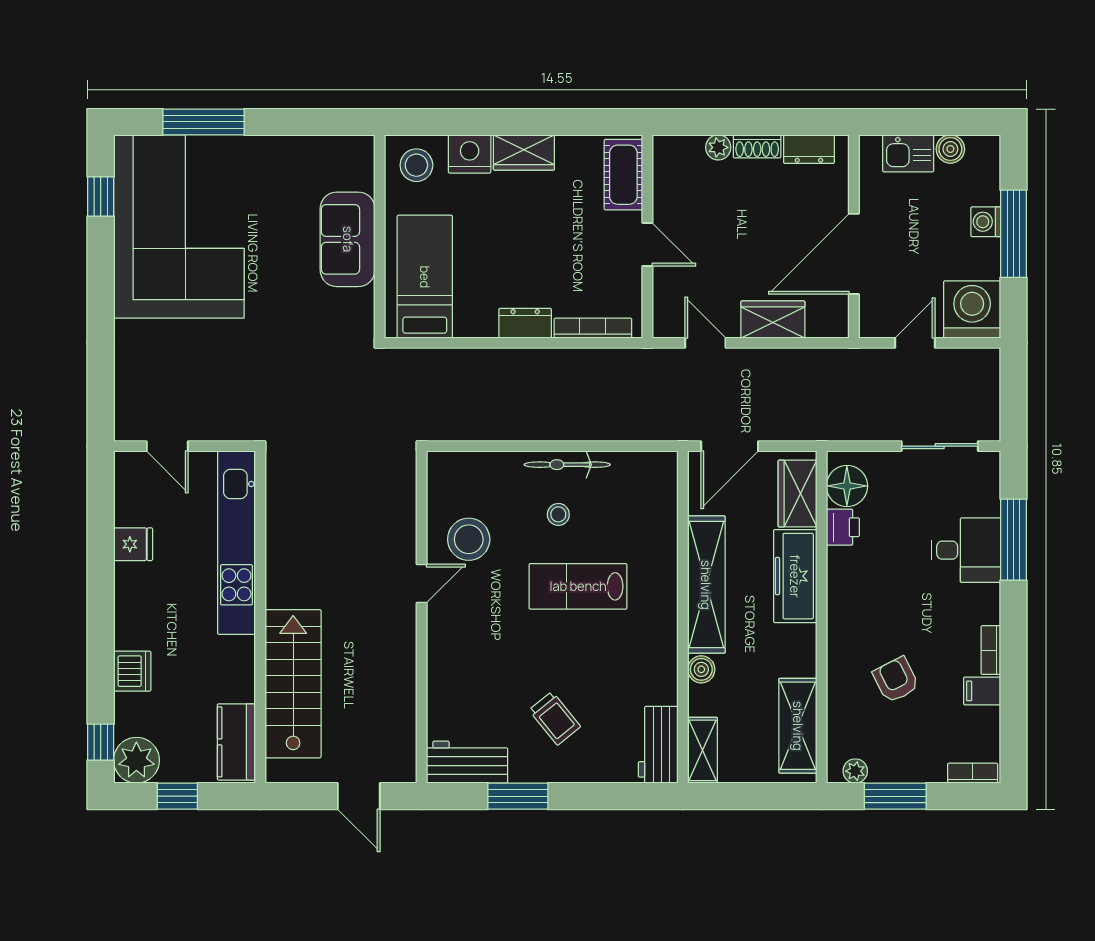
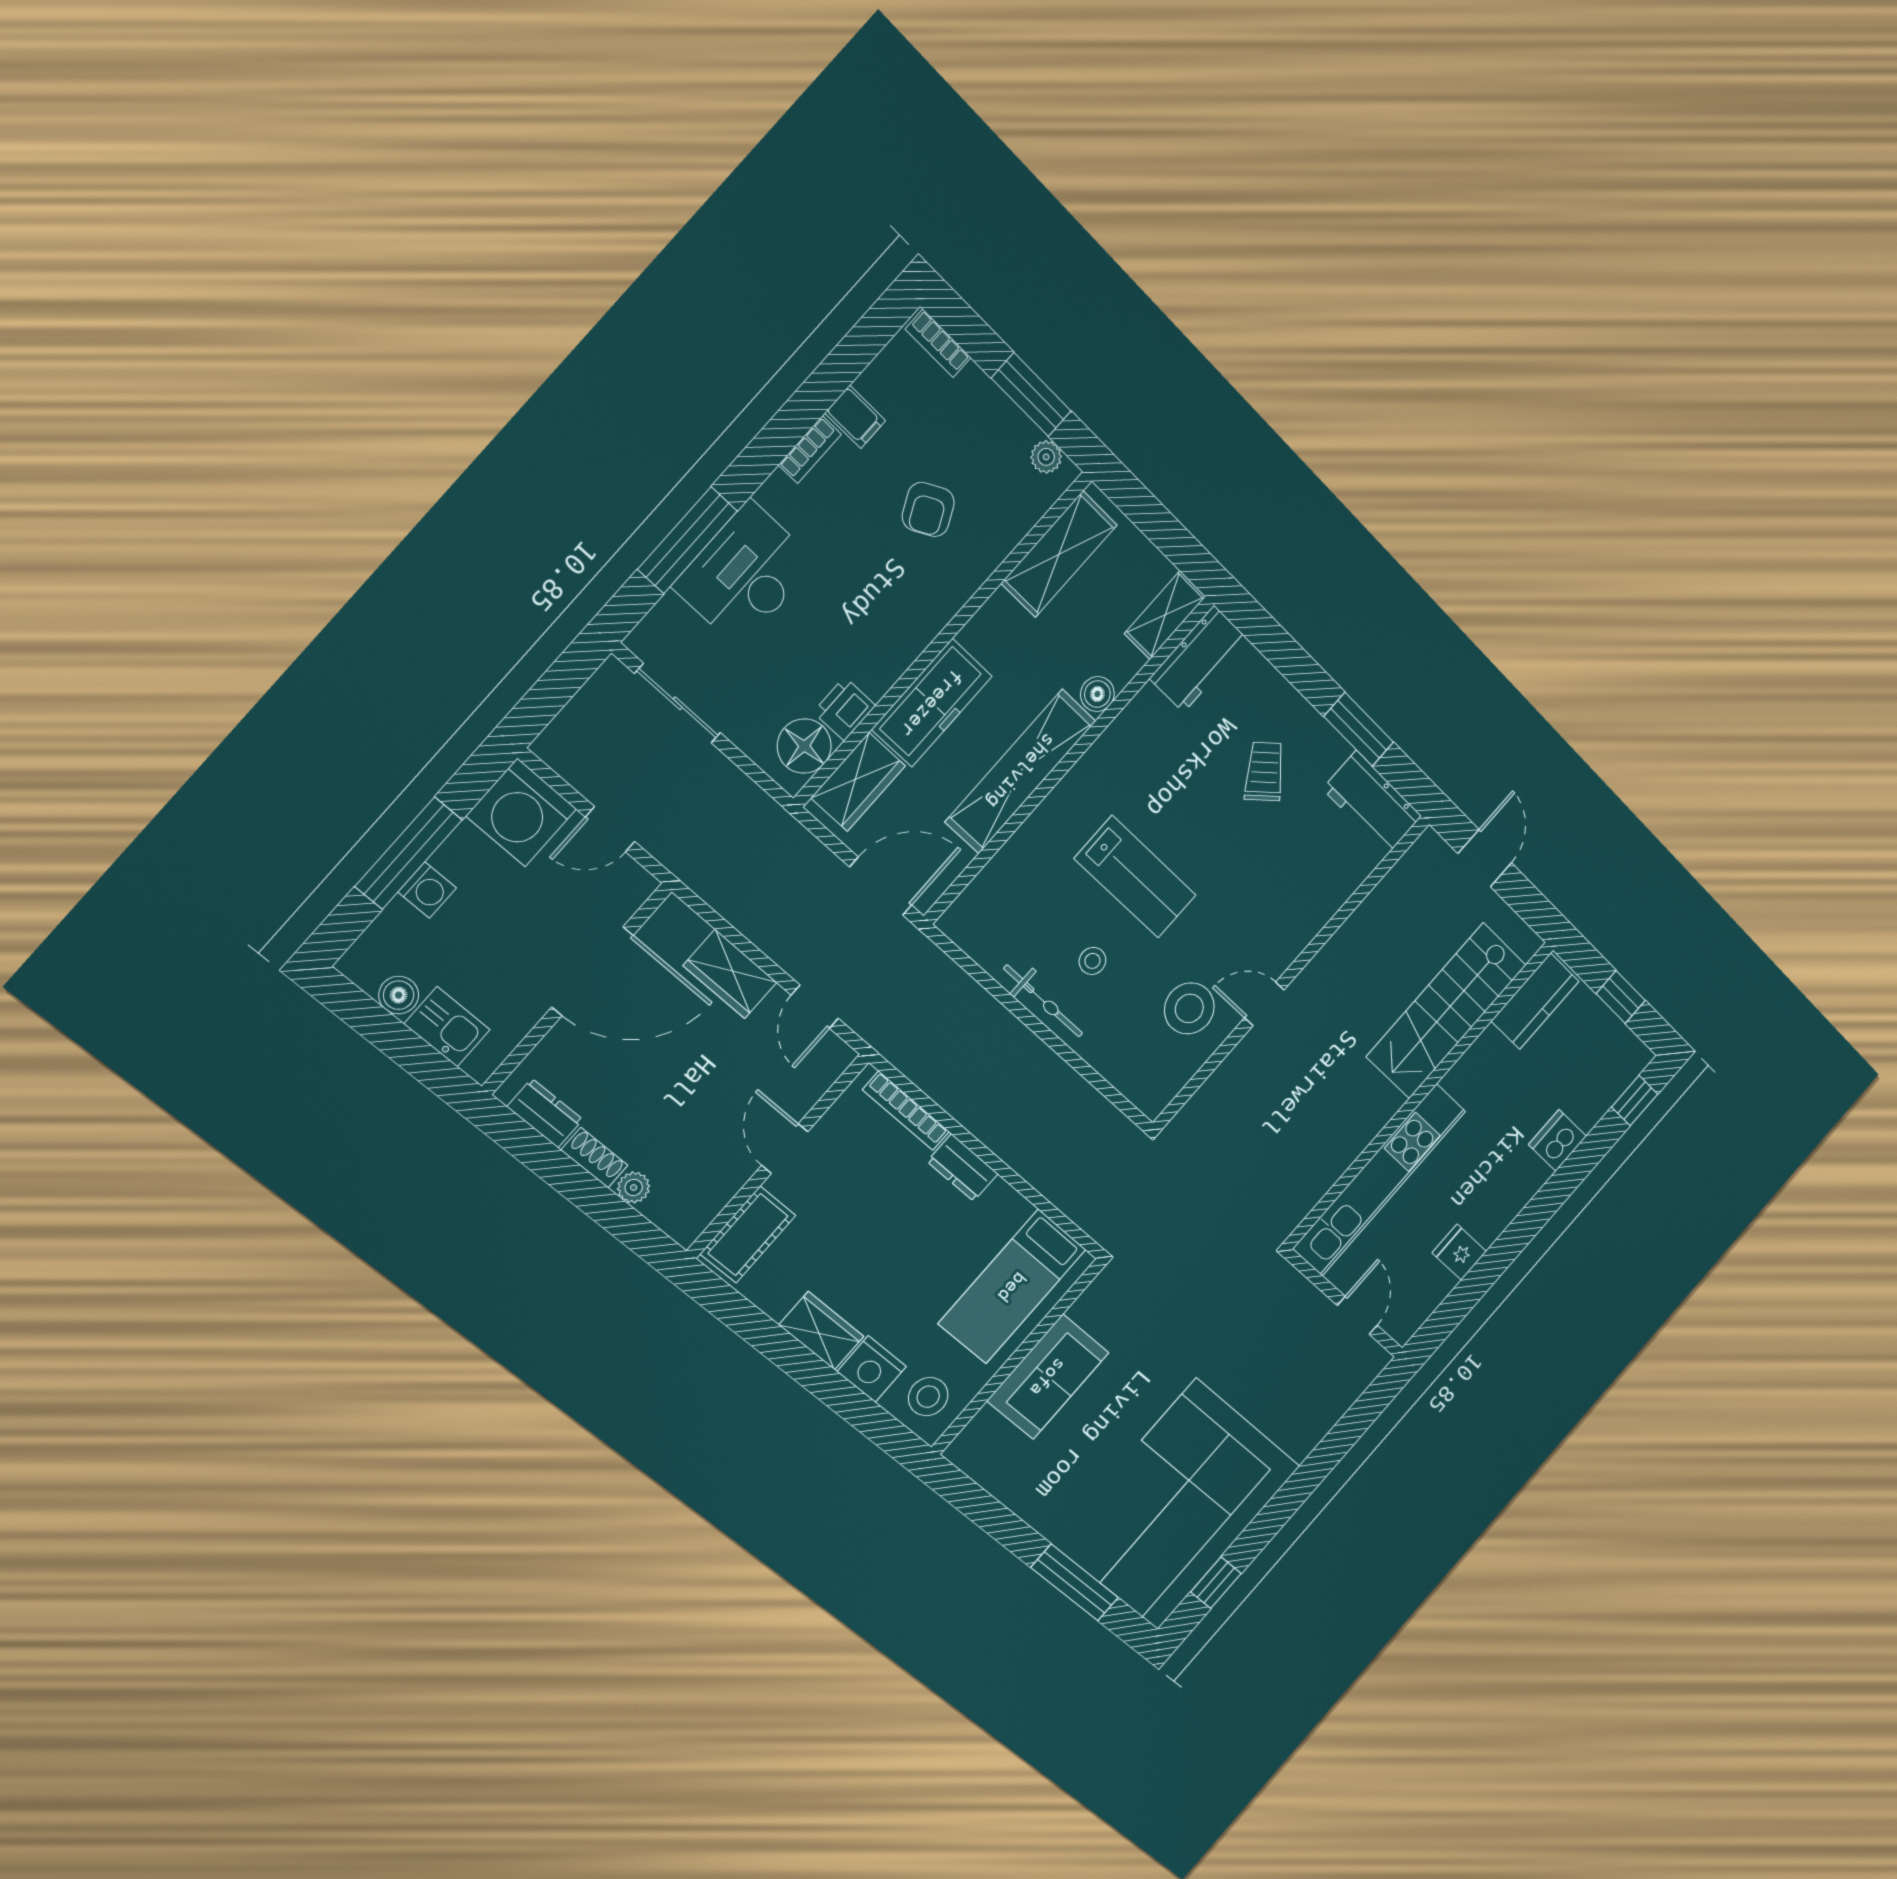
desk: (966, 550) -> (745, 574), width x1.37
plant: (136, 760) -> (1623, 1059), removed

